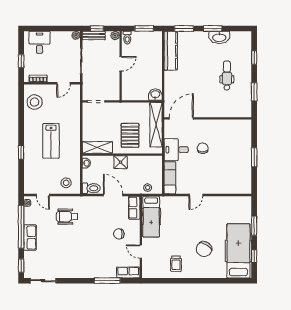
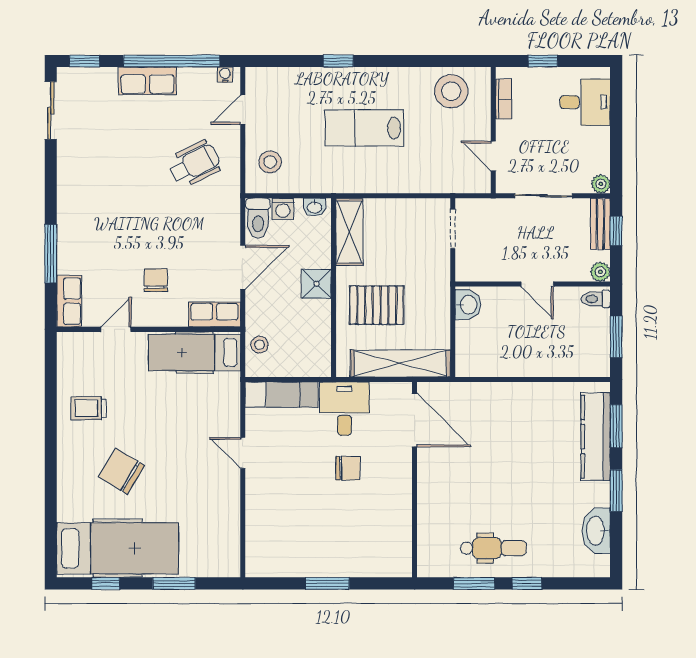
washbasin: (219, 37) -> (596, 531), moved
kitchen counter: (171, 51) -> (596, 437), moved, turned 90
window: (254, 57) -> (527, 583), moved
dental chair: (227, 76) -> (493, 548), moved
washbasin: (155, 95) -> (468, 305), moved
washing machine: (87, 177) -> (283, 209), added
wheelchair: (67, 217) -> (194, 164), turned 63

